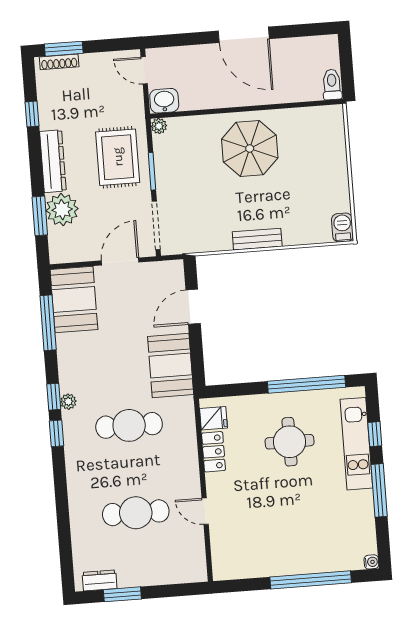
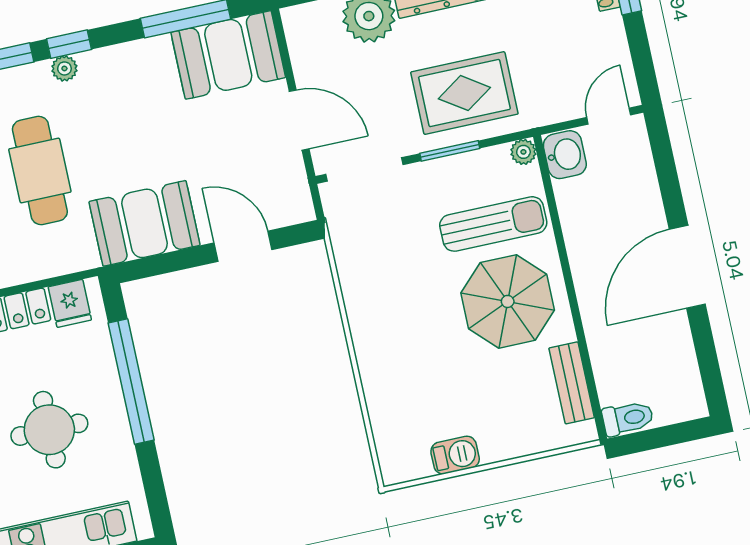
sun lounger: (201, 151) -> (493, 224), added
barbecue: (342, 228) -> (455, 455), moved
bench: (257, 239) -> (572, 383), moved
window: (307, 384) -> (131, 381), moved

